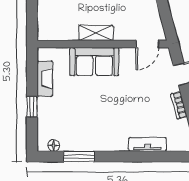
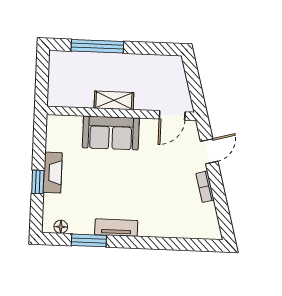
fireplace: (45, 79) -> (53, 173), moved
tv unit: (148, 144) -> (116, 228), moved

